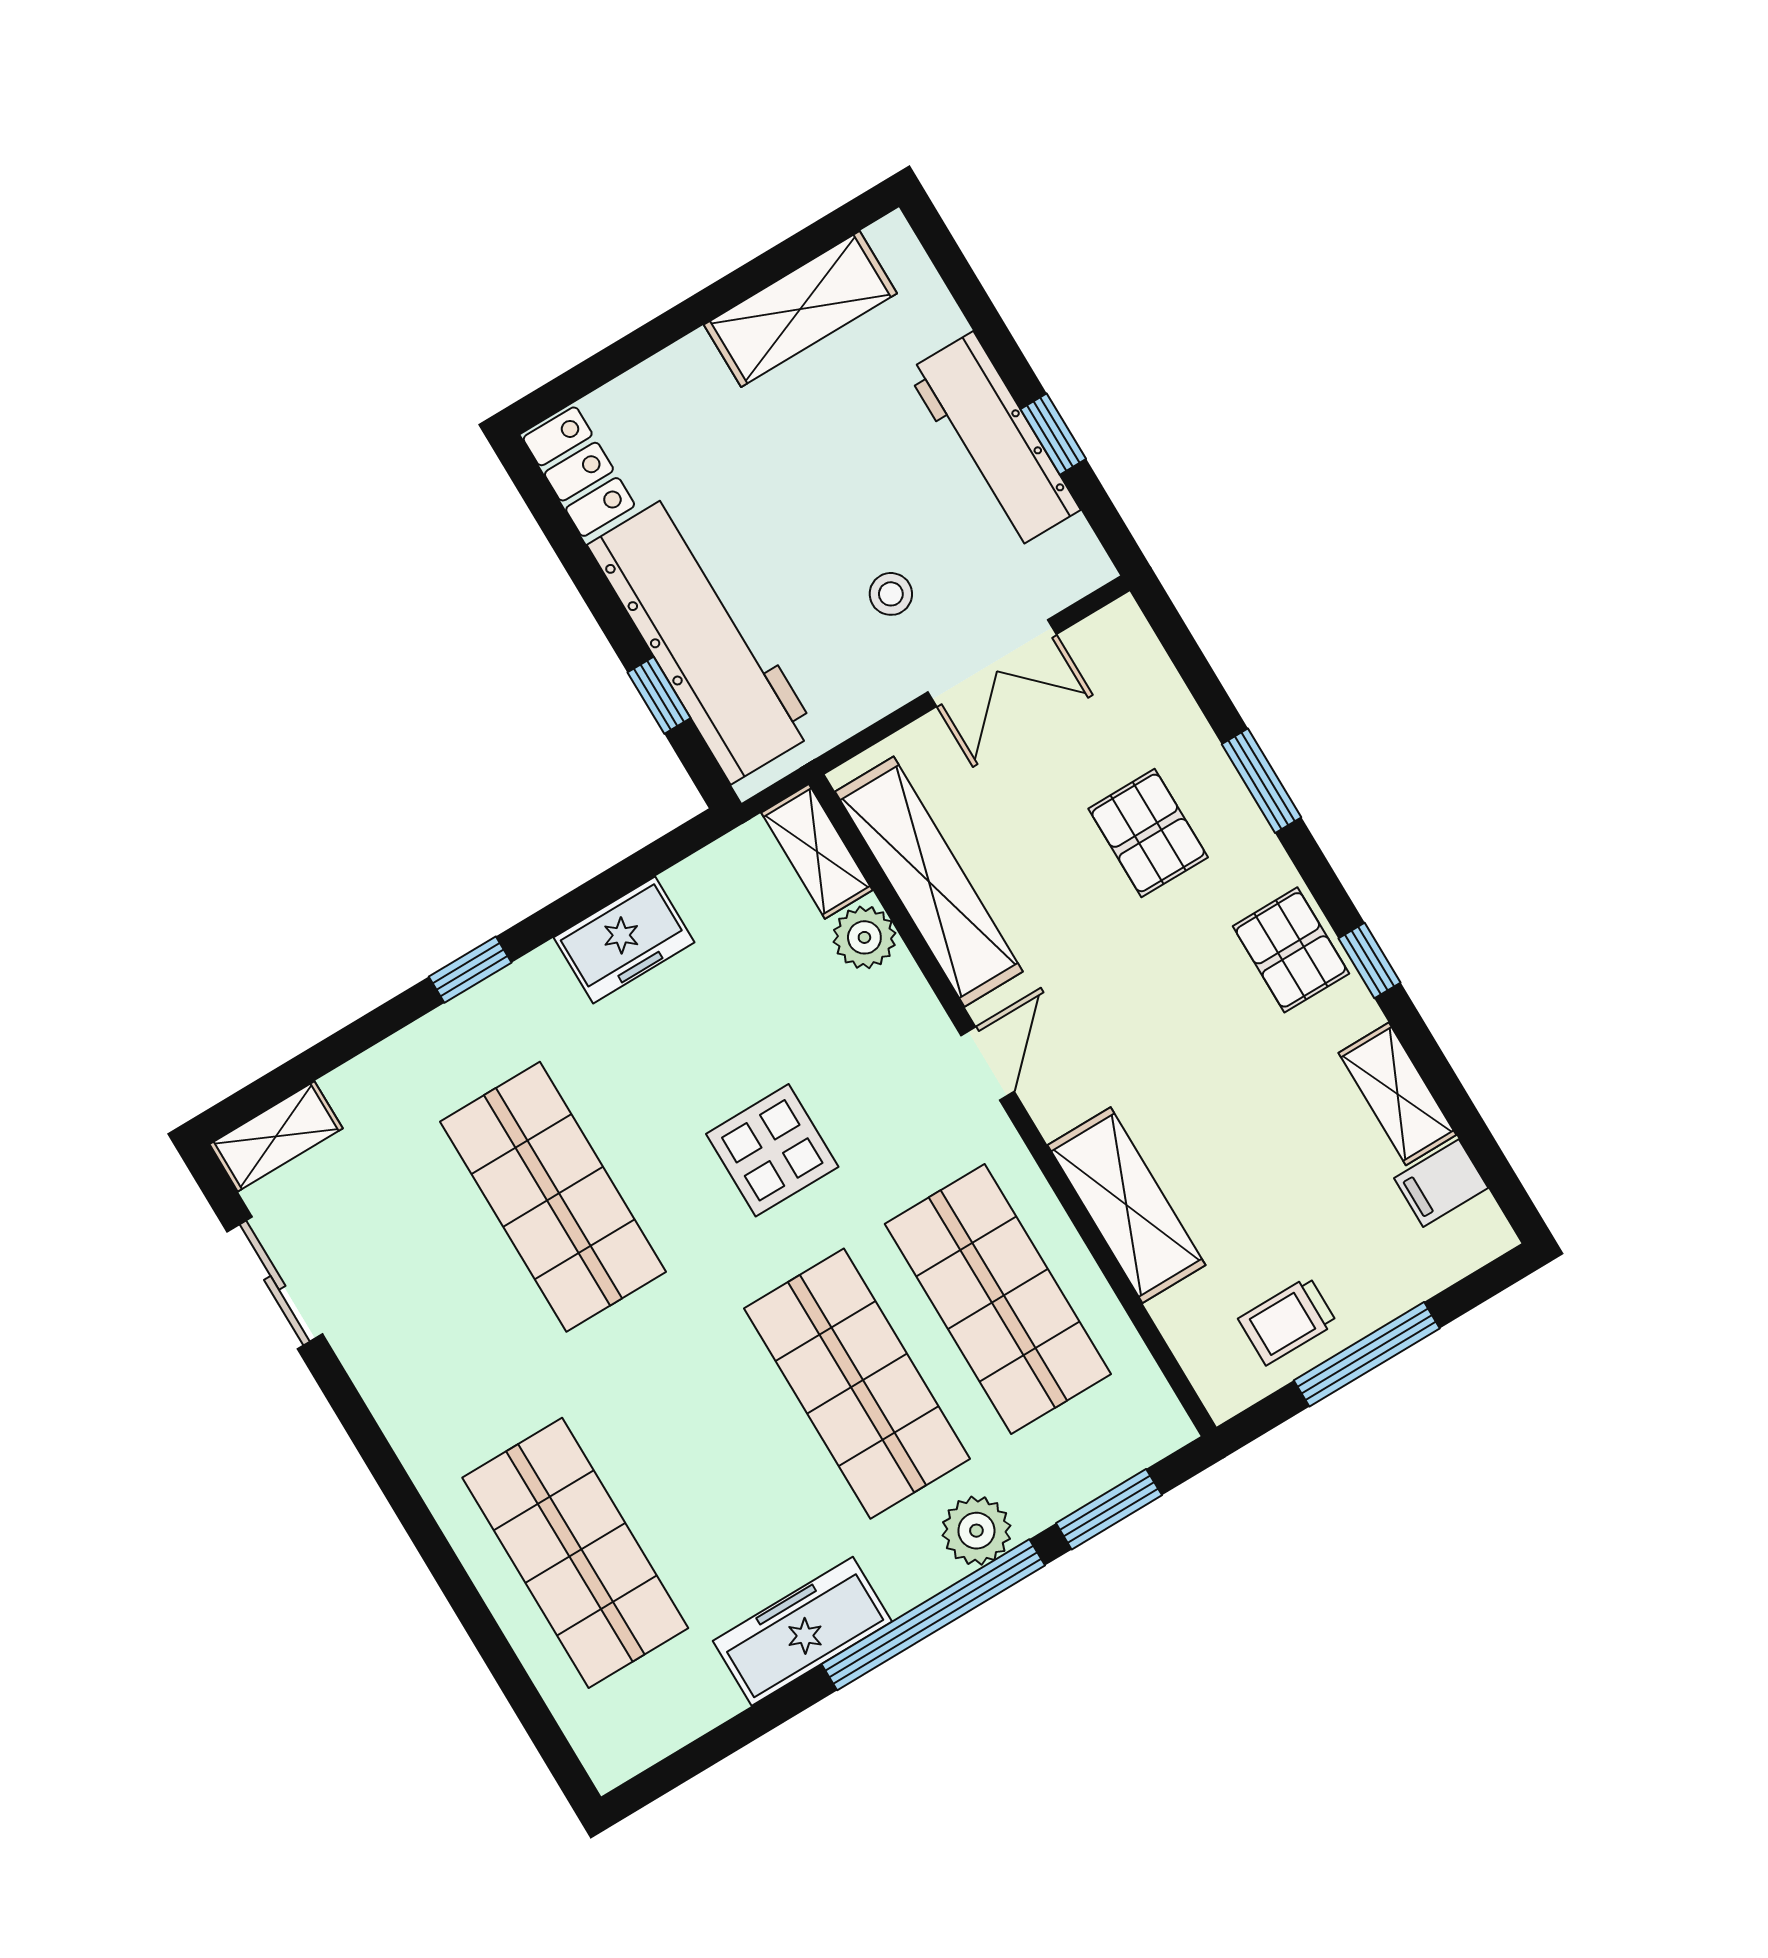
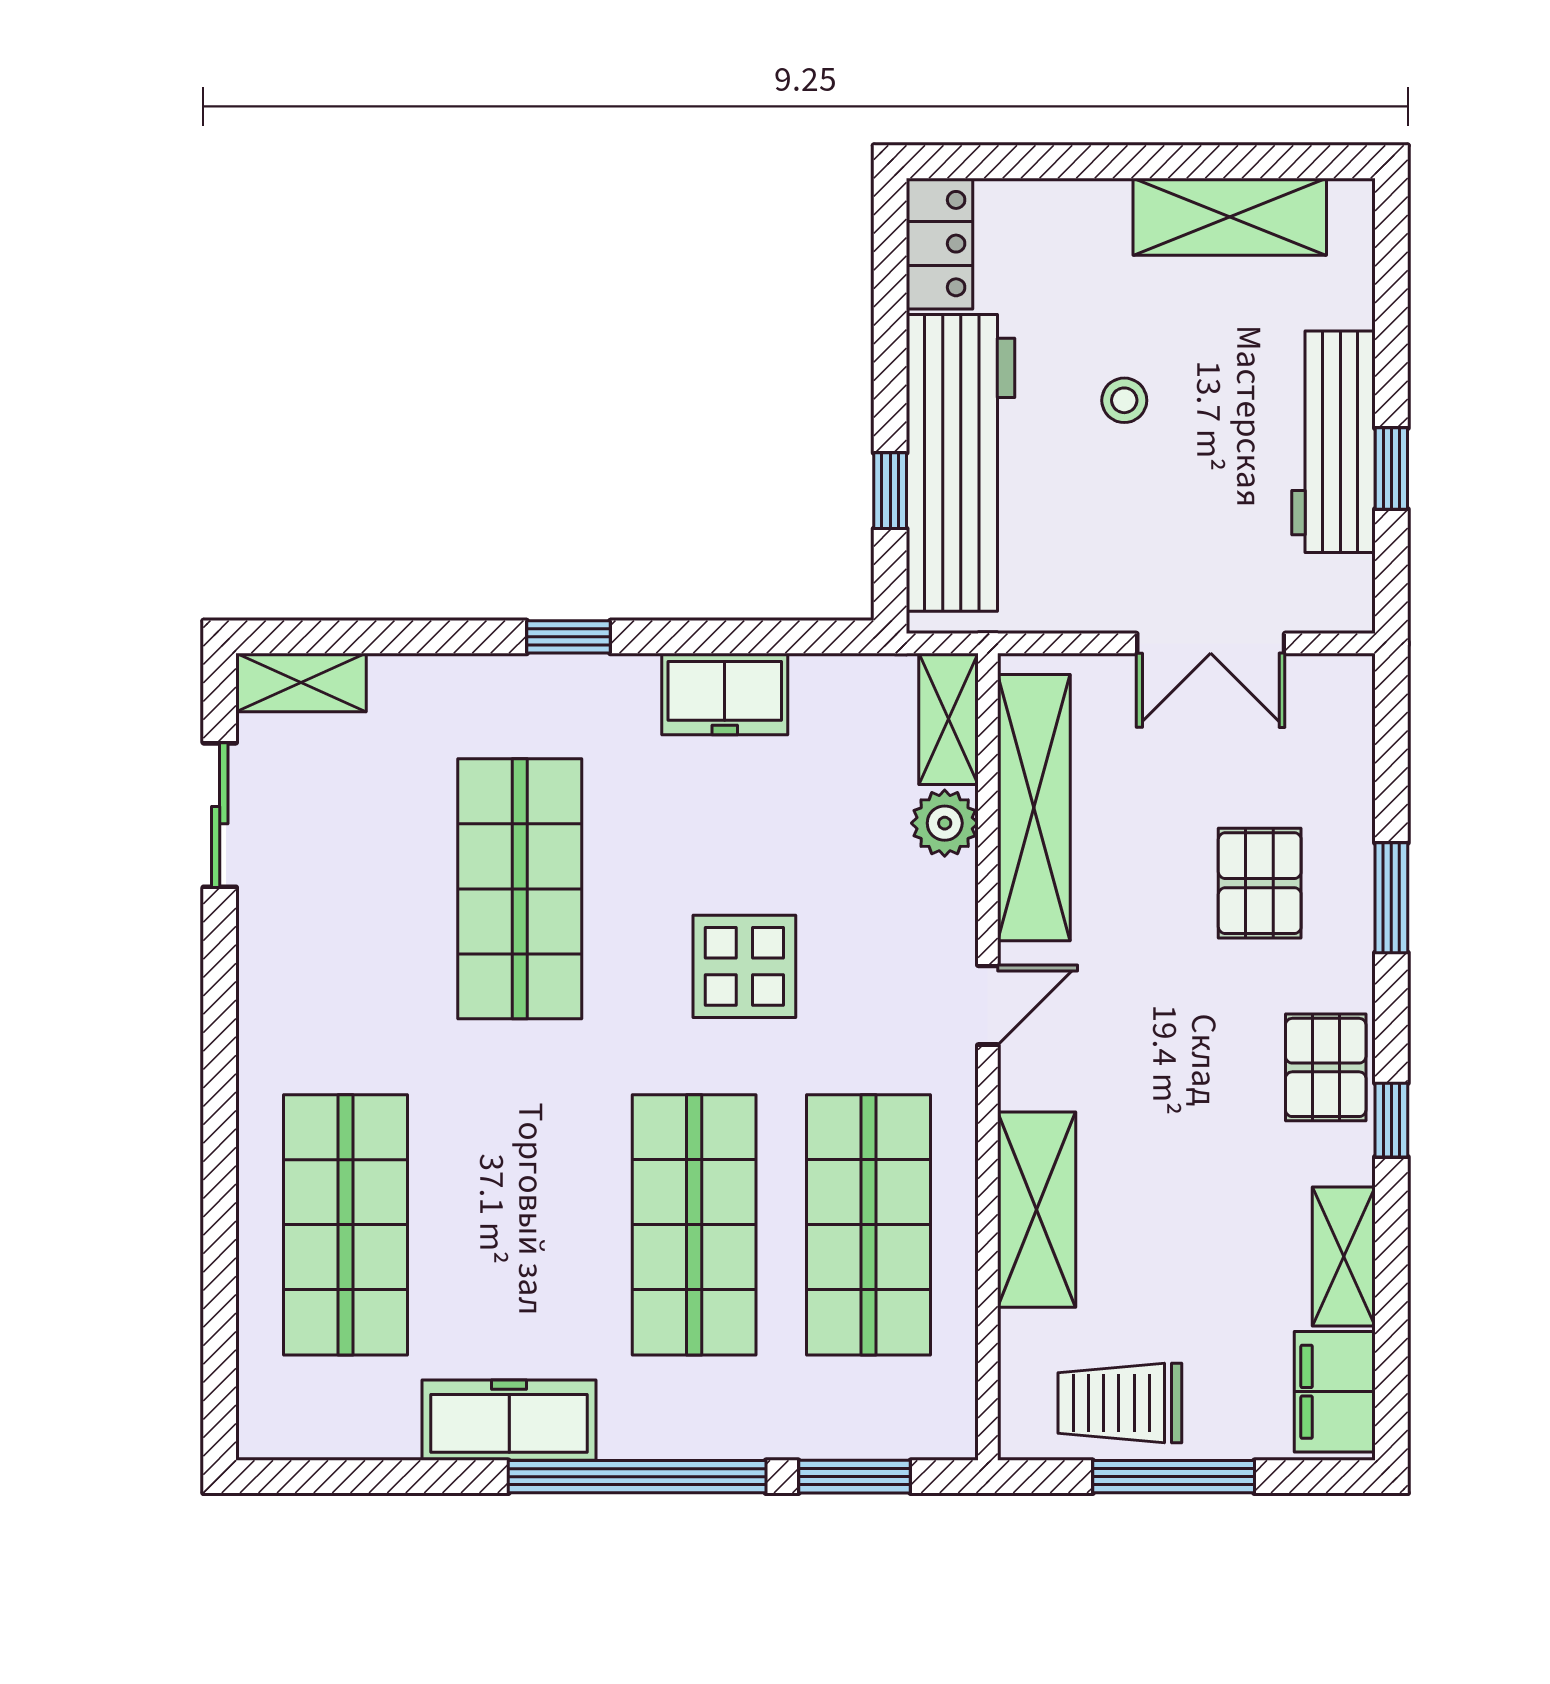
stool: (891, 594) -> (1124, 400), moved
filing cabinet: (1441, 1183) -> (1335, 1392), width x2.00
trolley: (1288, 1321) -> (1120, 1403), width x1.36, depth x1.39
plant: (976, 1531) -> (722, 1424), removed

